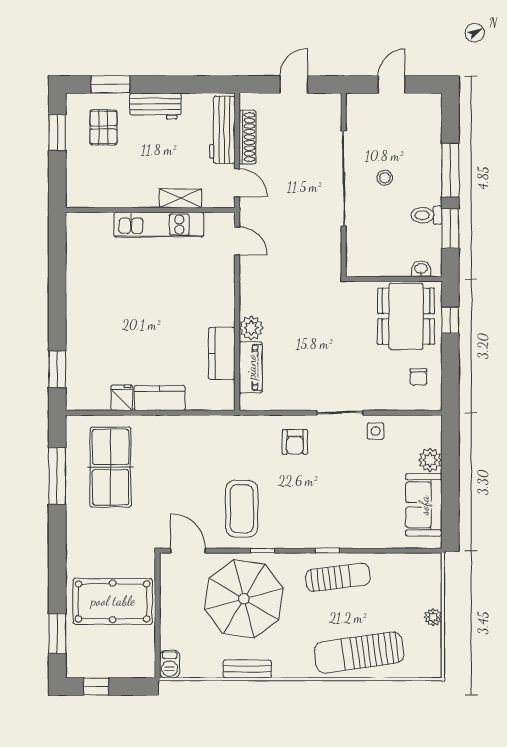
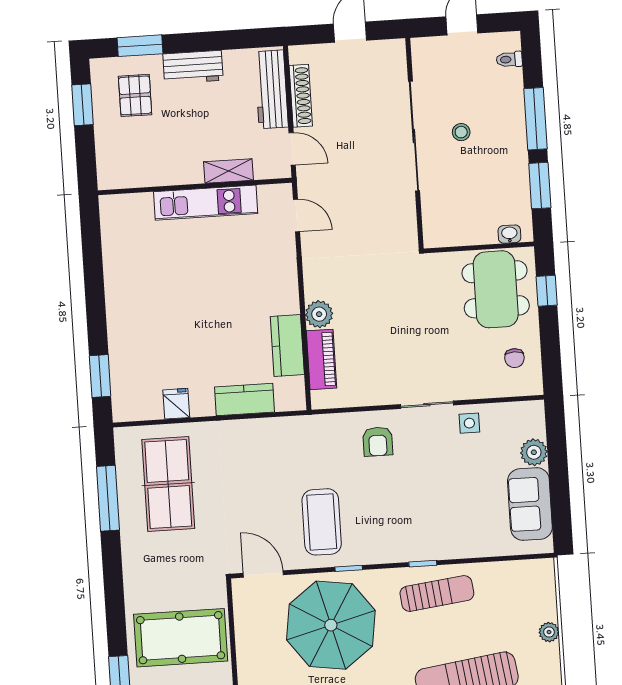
toilet: (426, 215) -> (509, 59), moved, width x0.73, depth x0.72
kitchen counter: (160, 398) -> (245, 400), moved

